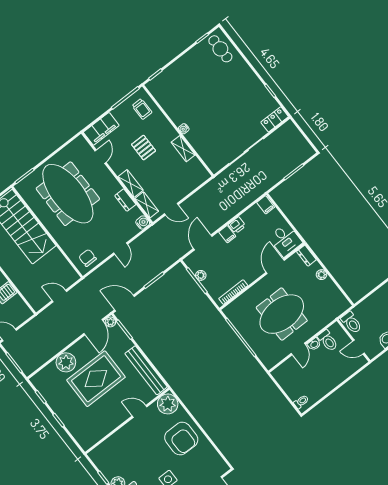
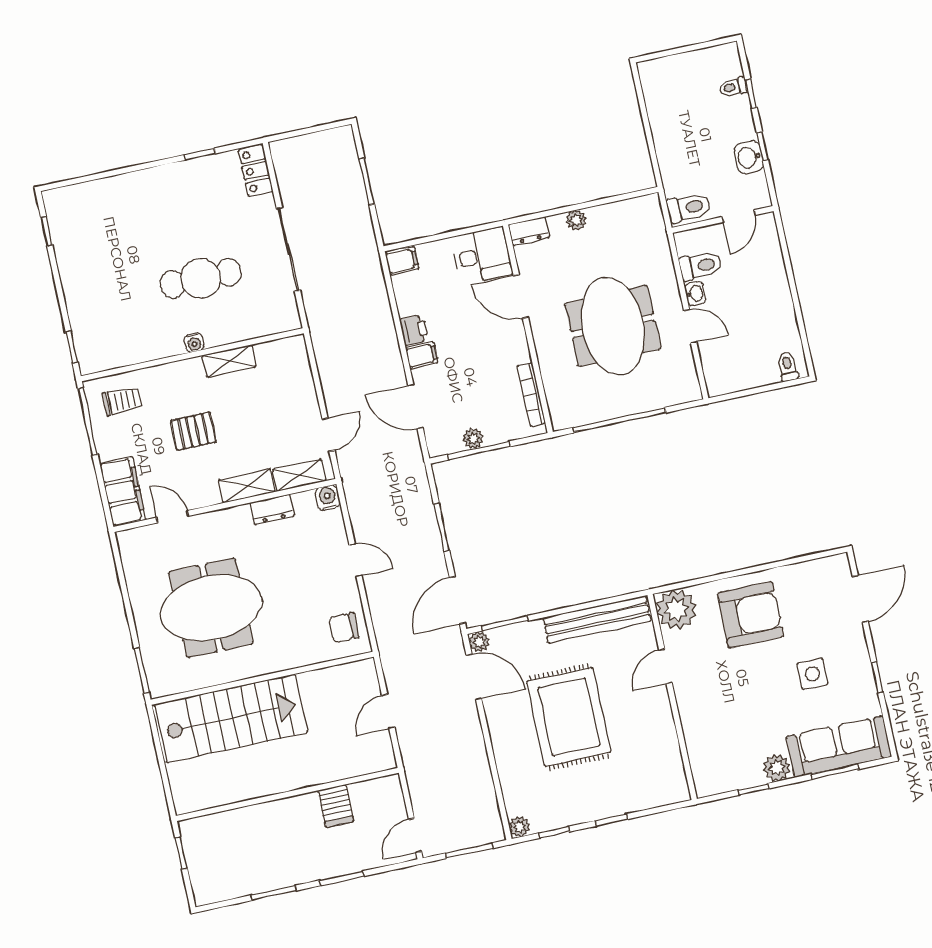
cafe table: (220, 49) -> (201, 278), moved, width x1.37, depth x1.35
meeting table: (68, 194) -> (211, 608), width x0.73
plant: (66, 362) -> (519, 827), moved, width x0.53, depth x0.53

